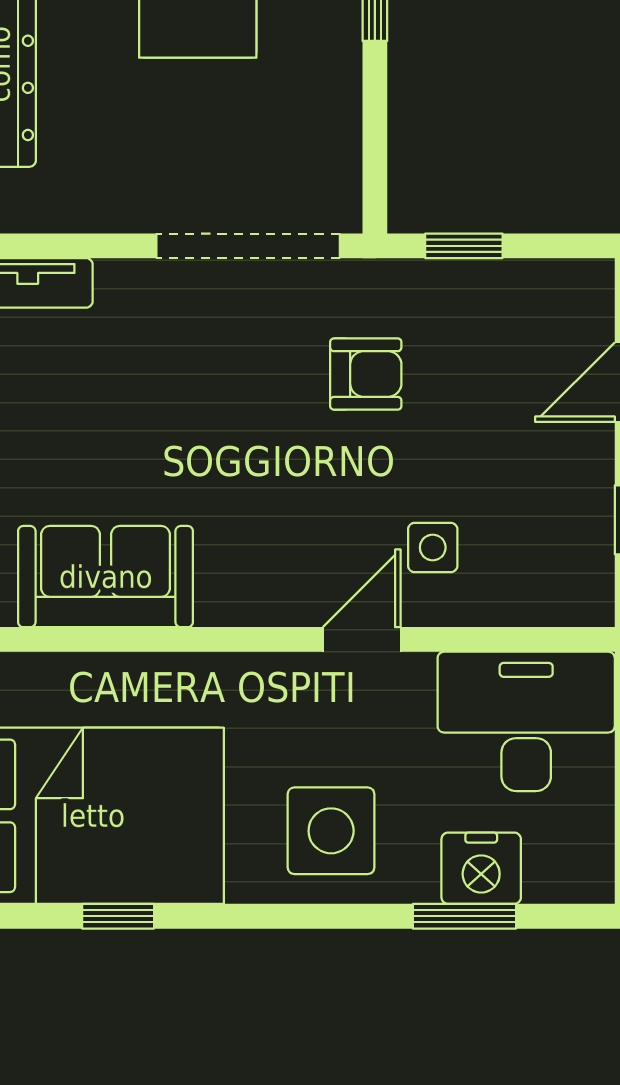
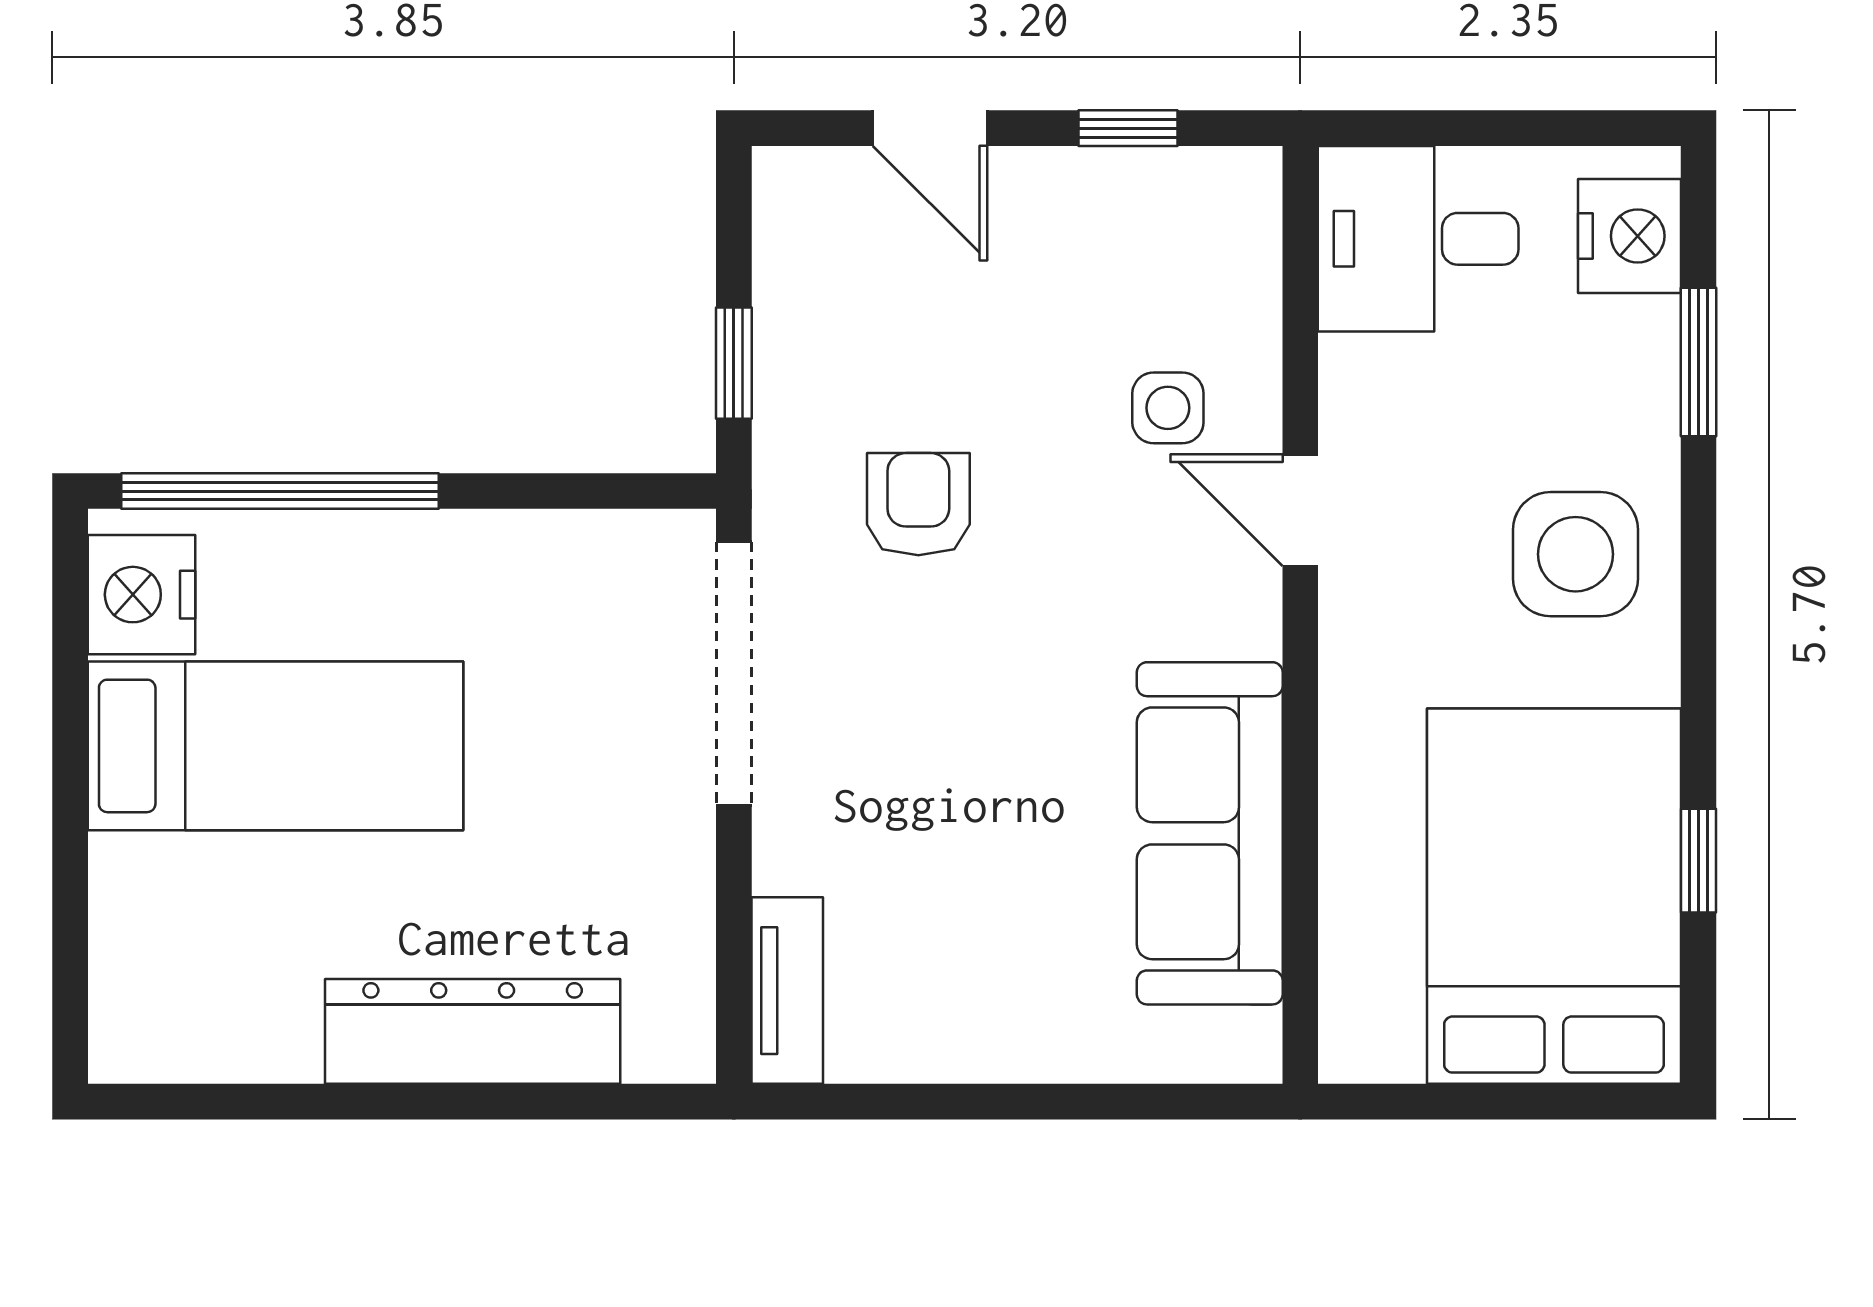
sofa: (106, 577) -> (1210, 833), width x1.36
desk: (526, 721) -> (1418, 239), width x0.73
nightstand: (481, 868) -> (1629, 236), moved

